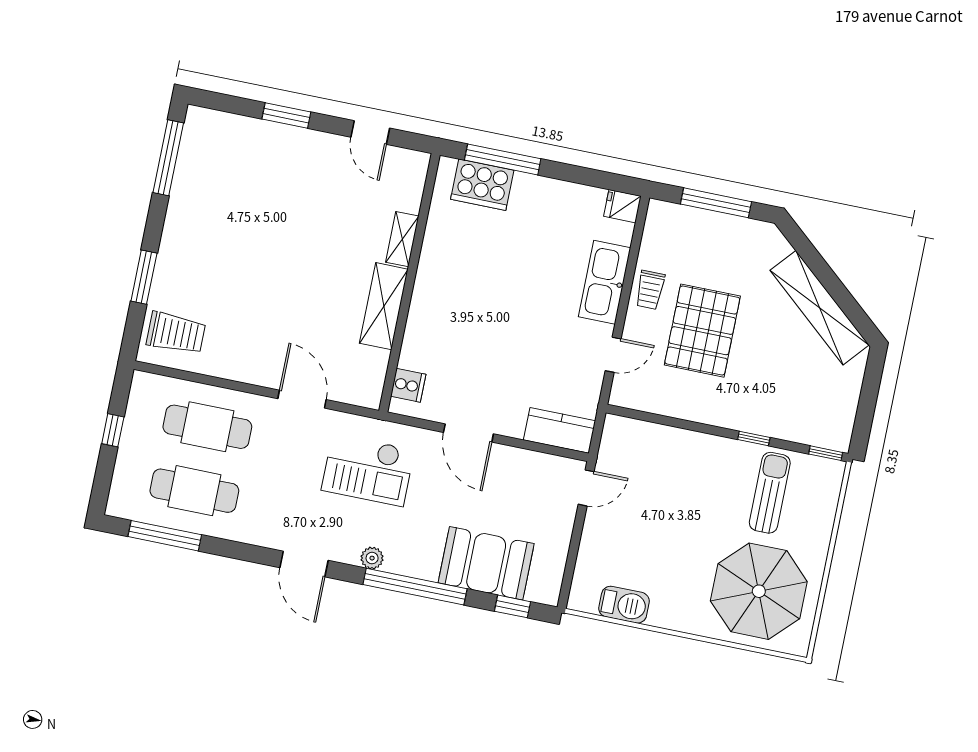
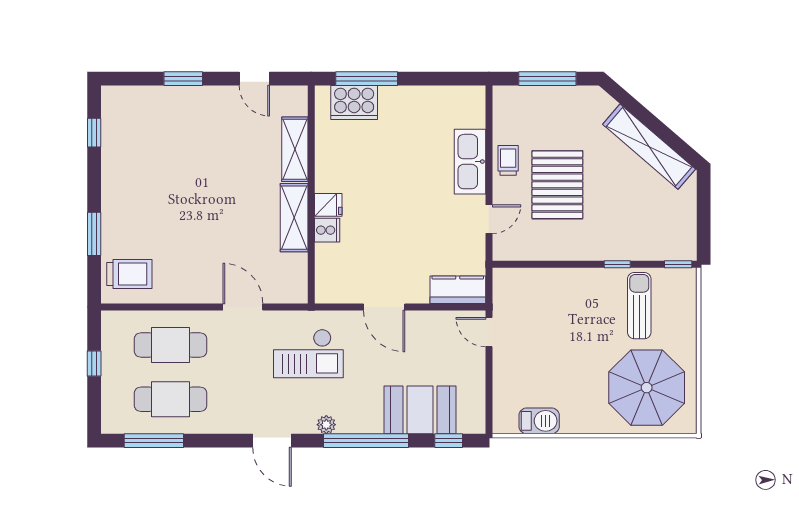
window: (168, 158) -> (94, 133), width x0.46
fridge: (622, 206) -> (328, 205), moved, turned 180
shelving: (402, 239) -> (295, 149), width x1.50, depth x1.33
trolley: (650, 290) -> (508, 160), turned 180
cooker: (408, 385) -> (327, 230), moved
door: (586, 488) -> (489, 332), swing flipped

